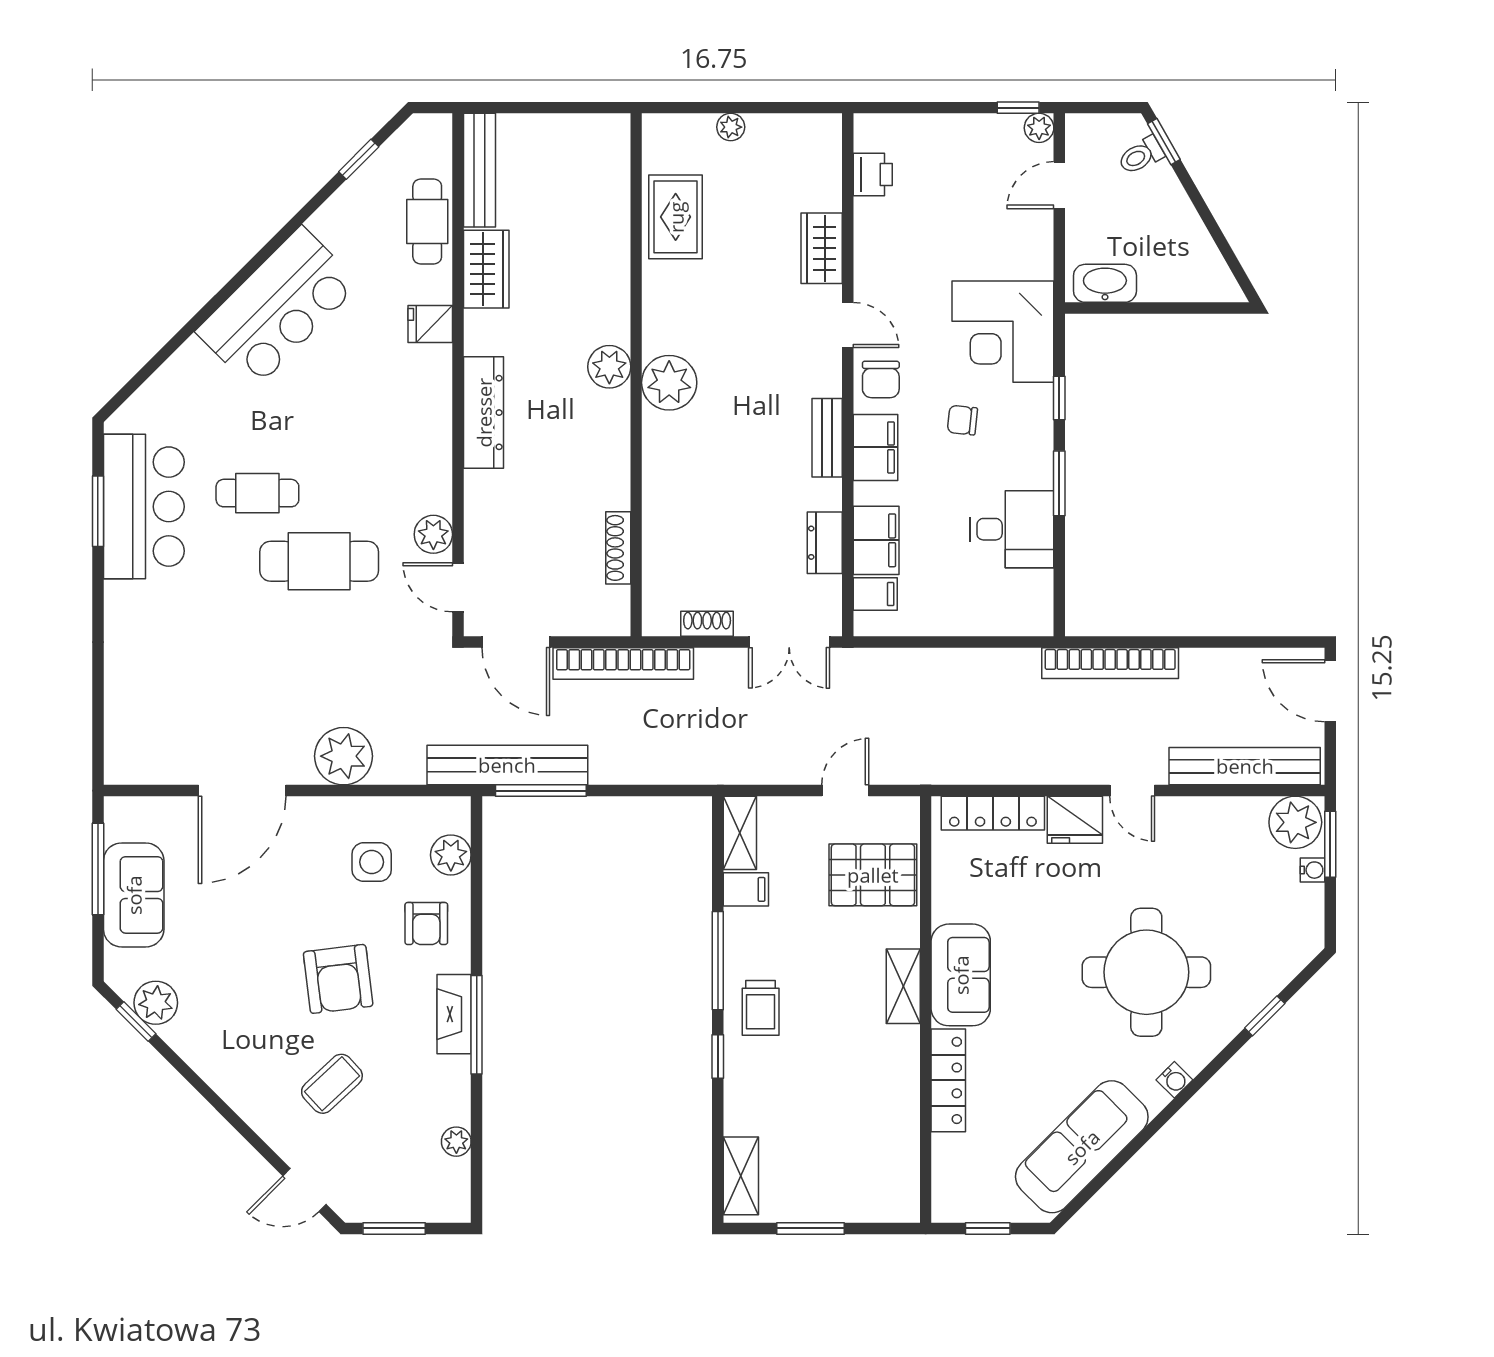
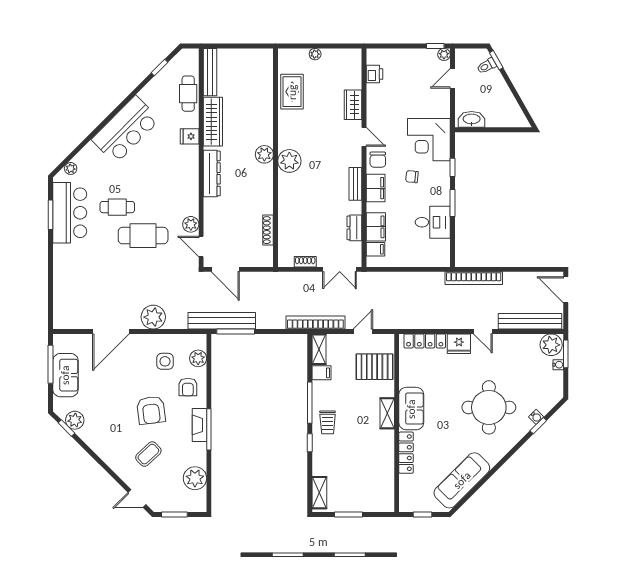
wardrobe: (486, 269) -> (213, 122), width x1.50
plant: (146, 401) -> (71, 168), added
bookcase: (623, 664) -> (315, 322), moved, turned 180
water cooler: (1174, 1080) -> (536, 417), moved
plant: (456, 1142) -> (195, 478), width x1.88, depth x1.88

